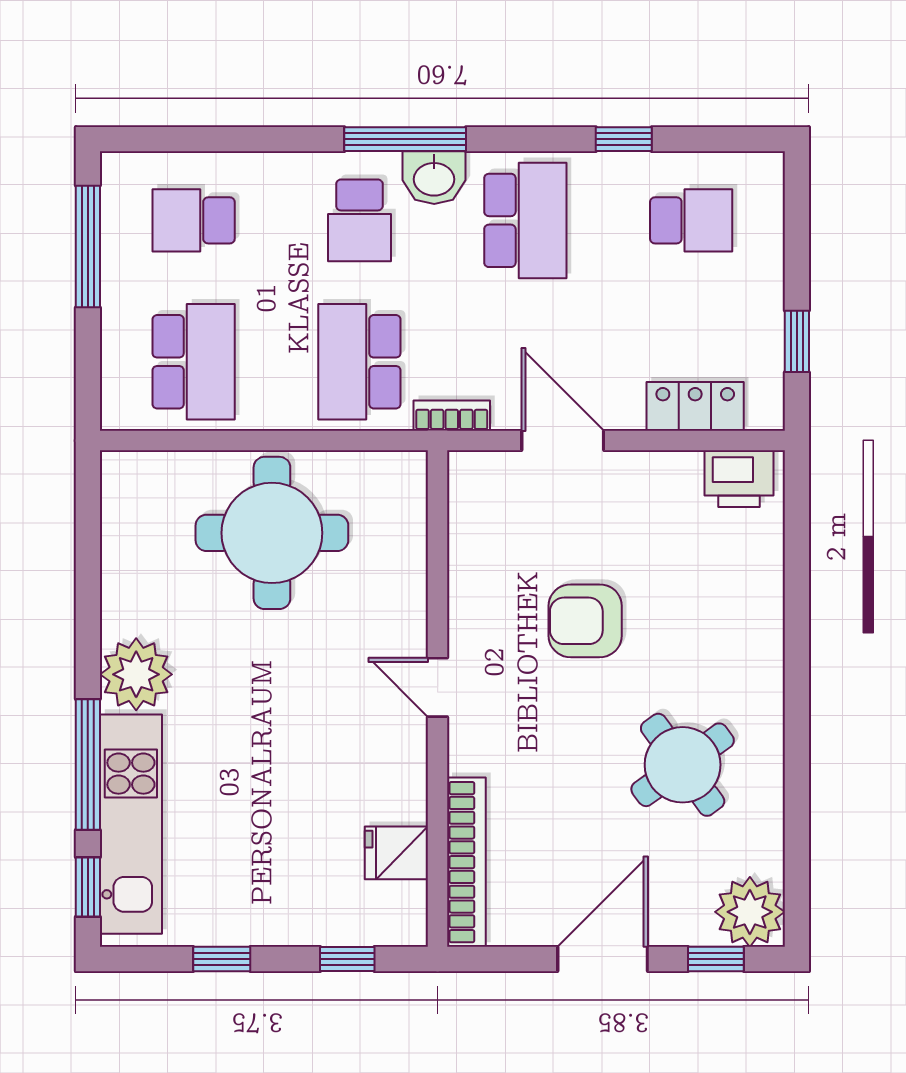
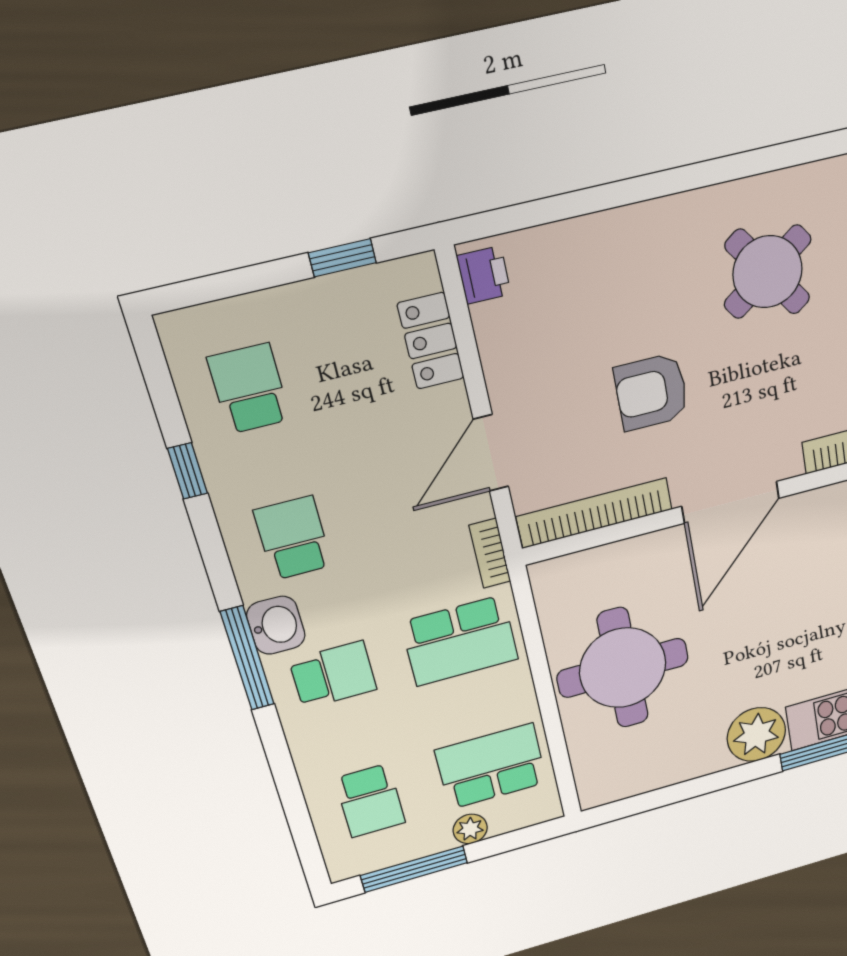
school desk: (525, 220) -> (293, 538), width x0.54
plant: (120, 321) -> (470, 829), added
printer: (739, 479) -> (484, 275), width x0.73, depth x0.81
bookcase: (466, 536) -> (595, 513), added
armchair: (585, 621) -> (651, 392), turned 90
door: (438, 687) -> (731, 502), width x1.87

